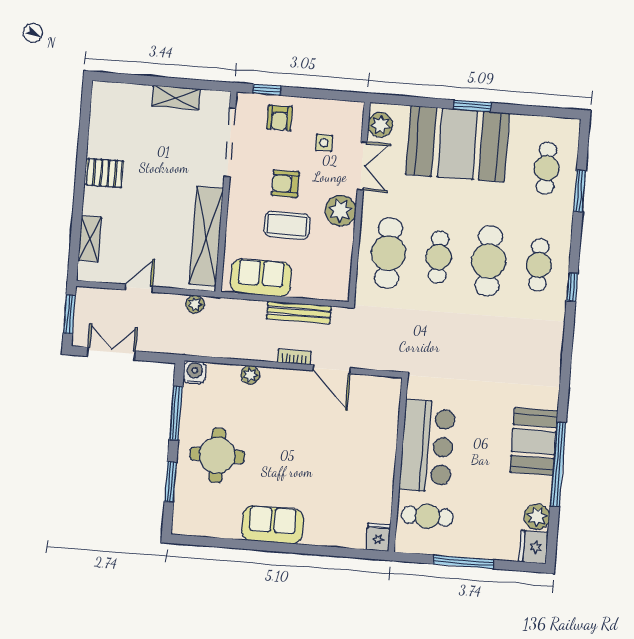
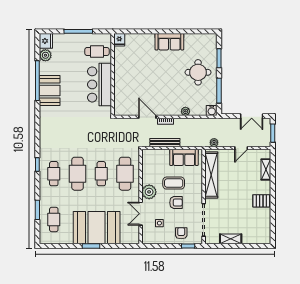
plant: (380, 125) -> (134, 234), removed

